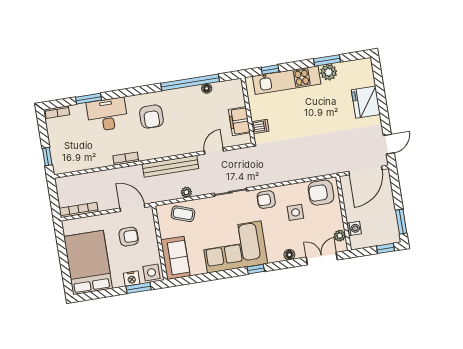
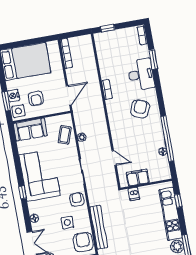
armchair: (151, 117) -> (140, 109), turned 113
bench: (170, 166) -> (99, 227), moved
armchair: (129, 237) -> (36, 98), moved

